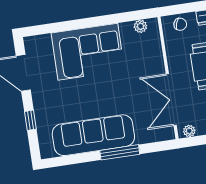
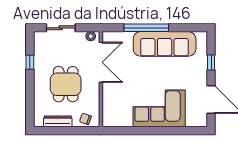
plant: (140, 26) -> (116, 122), removed
window: (120, 152) -> (146, 28), width x1.46

